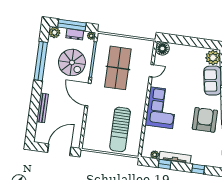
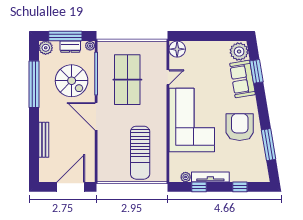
corner sofa: (161, 108) -> (192, 120), width x1.36, depth x1.36

